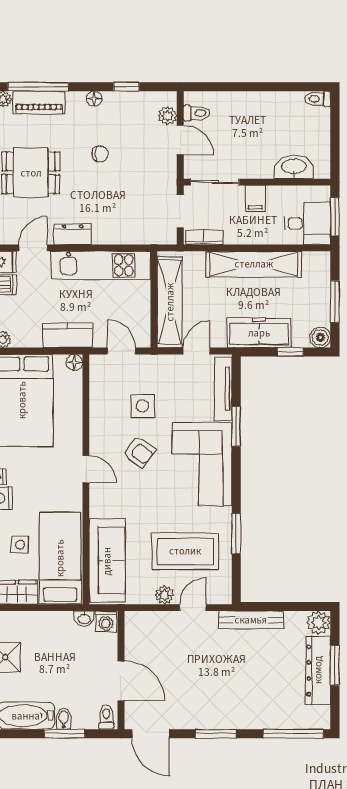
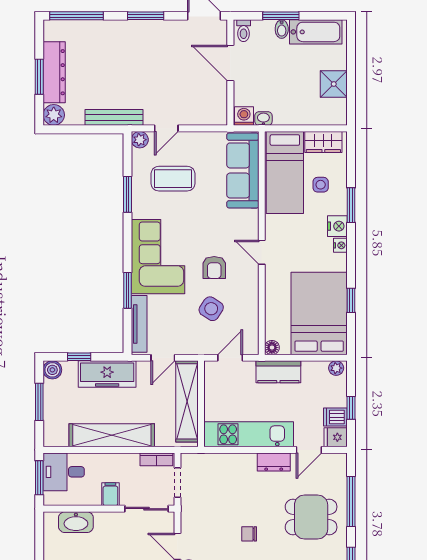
door: (121, 351) -> (230, 358), swing flipped
side table: (143, 406) -> (211, 309), turned 33
armchair: (139, 452) -> (214, 268), turned -127
coffee table: (185, 551) -> (173, 179), width x0.73, depth x0.76
plant: (164, 595) -> (140, 140), moved

